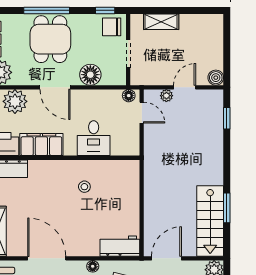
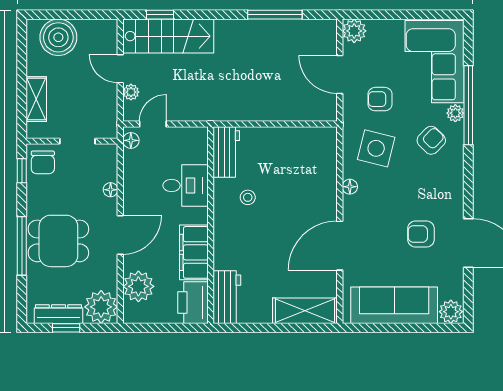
floor lamp: (90, 75) -> (111, 190), width x0.53, depth x0.53
boiler: (216, 78) -> (58, 37), moved, width x1.86, depth x1.86
window: (227, 208) -> (275, 15), width x1.44
stairs: (210, 221) -> (168, 36), moved
workbench: (120, 246) -> (226, 152), moved, turned 180
door: (166, 258) -> (340, 74), moved

